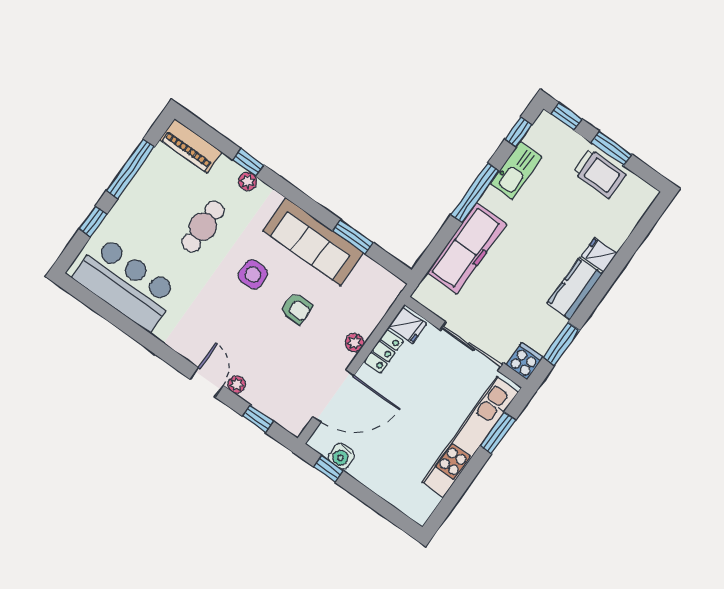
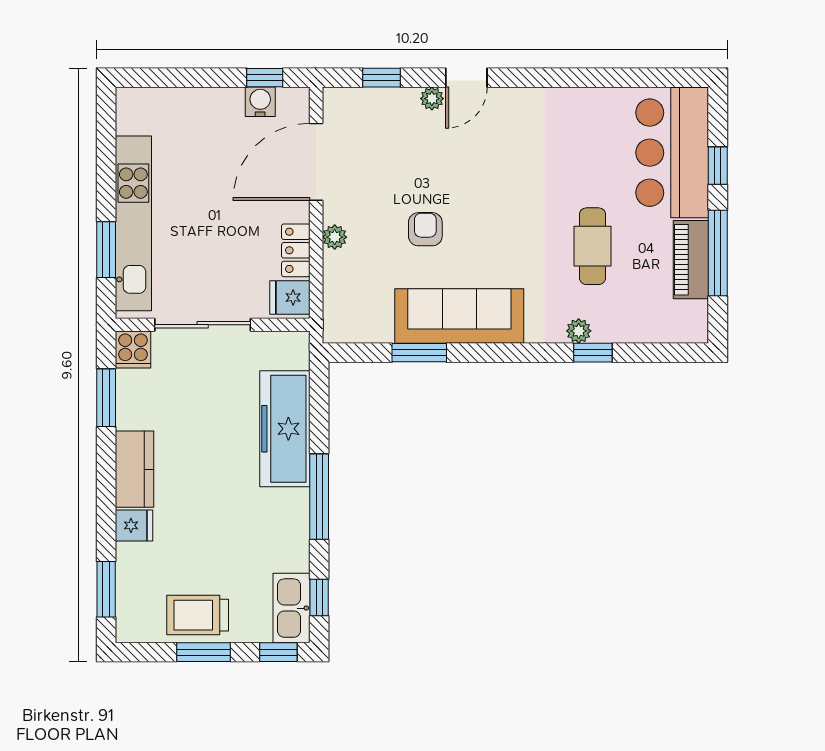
piano: (191, 146) -> (691, 260), moved, turned -90
kitchen sink: (516, 170) -> (292, 608), moved
window: (643, 228) -> (106, 589), added
side table: (253, 274) -> (500, 233), removed
bar counter: (126, 284) -> (672, 153), moved, turned 90
armchair: (297, 309) -> (425, 229), turned 90
door: (207, 382) -> (466, 78), hinge flipped

